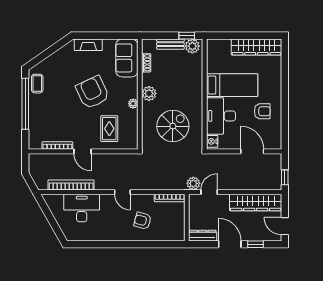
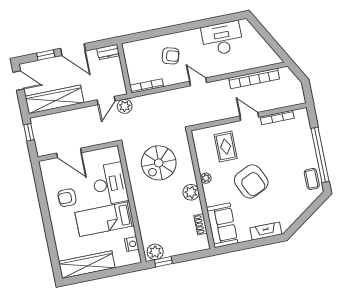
bench: (170, 44) -> (179, 249), removed
nightstand: (212, 141) -> (132, 244), moved
desk: (82, 208) -> (222, 38), moved, turned 180
dresser: (203, 236) -> (108, 52), width x0.70

